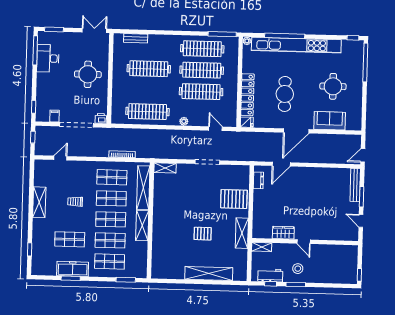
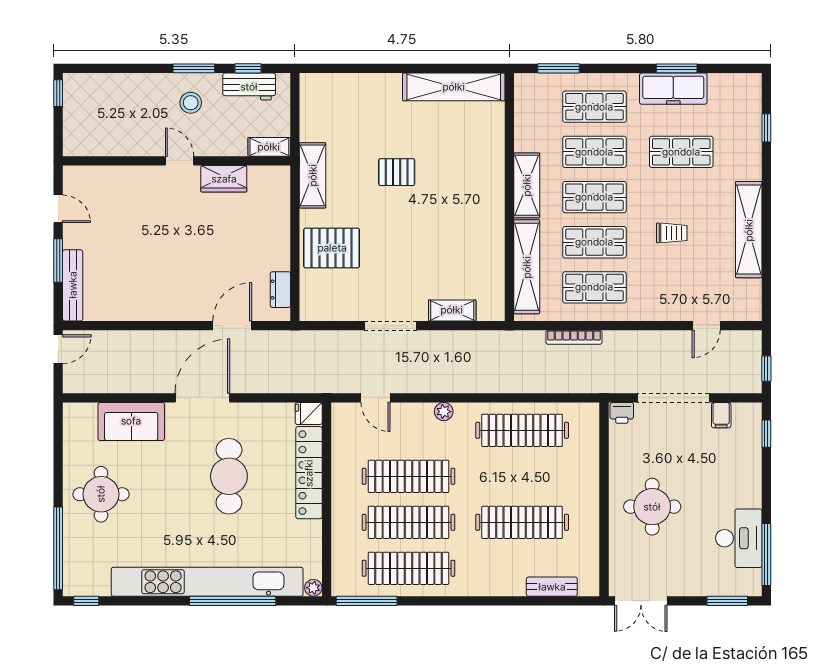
round table: (333, 86) -> (101, 494), moved
shelving: (165, 168) -> (452, 310), moved
shelving: (39, 202) -> (749, 230), width x1.47
shelving: (209, 273) -> (454, 87), moved

